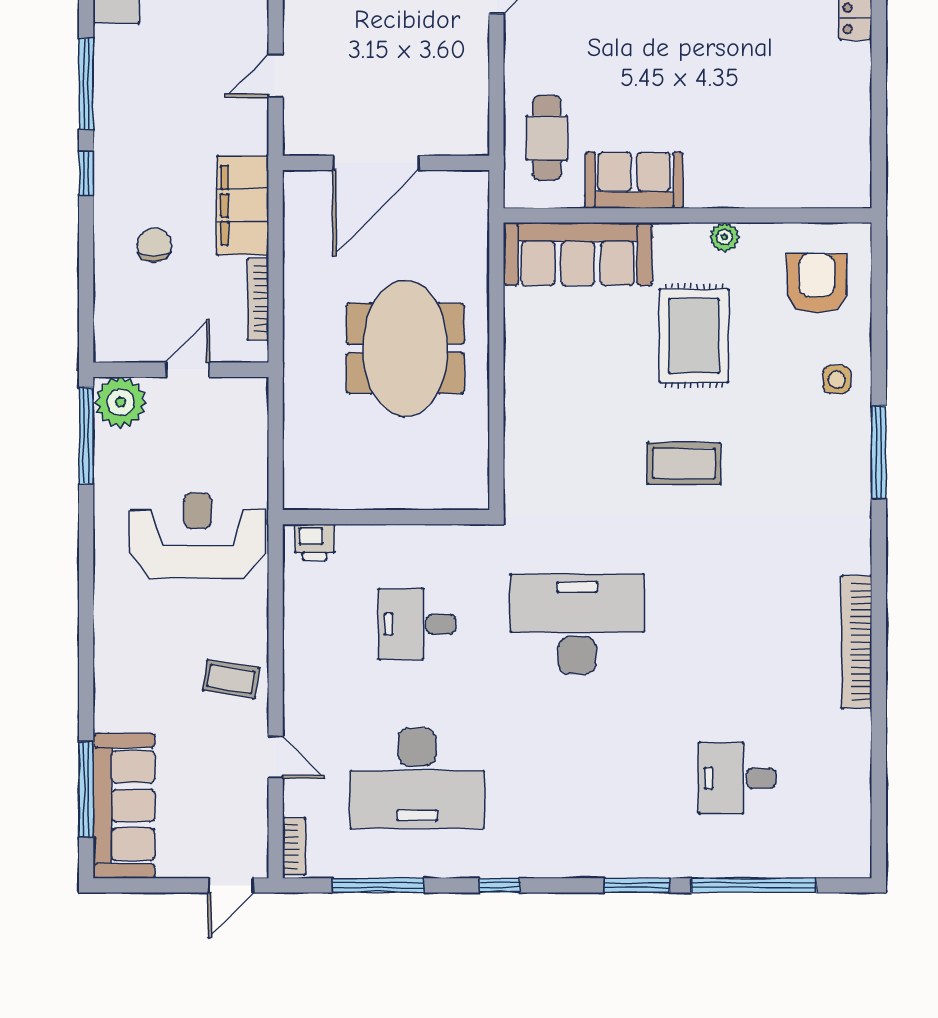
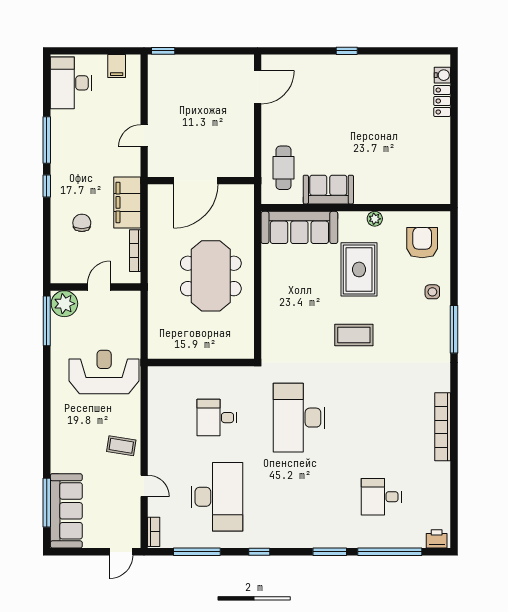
printer: (315, 542) -> (437, 539), moved, turned 180
desk: (577, 624) -> (299, 418), turned -90
desk: (417, 778) -> (217, 497), turned -90

